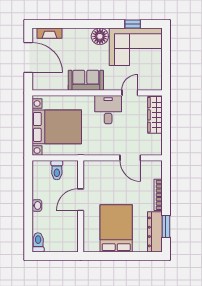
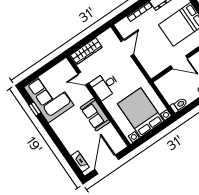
floor lamp: (100, 36) -> (59, 126), removed
toilet: (57, 170) -> (179, 105), moved

